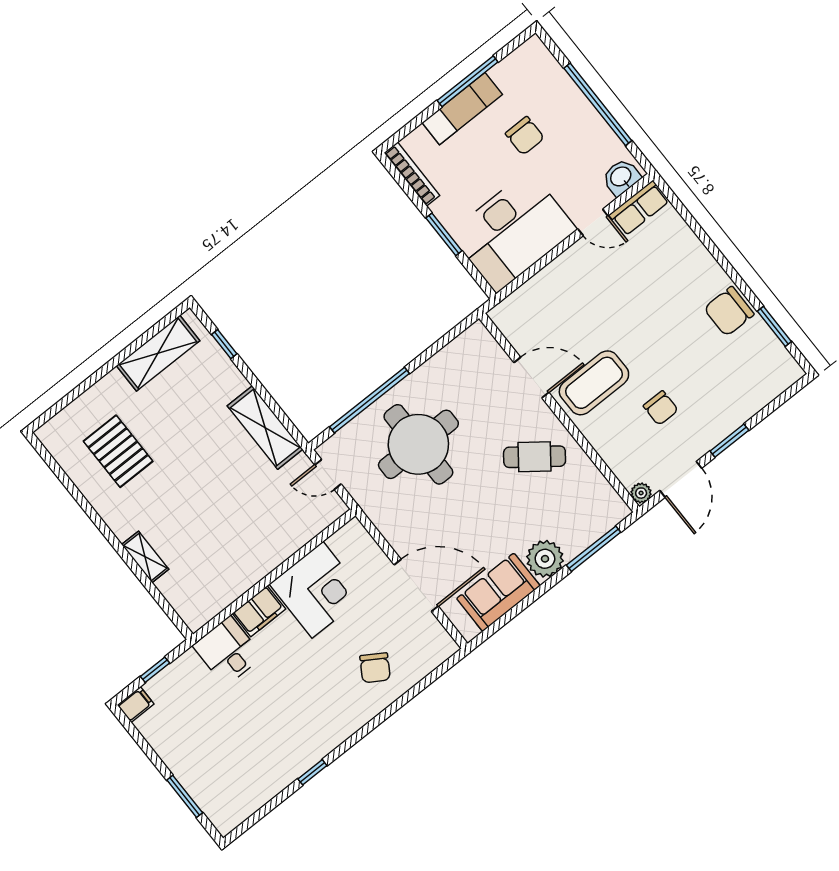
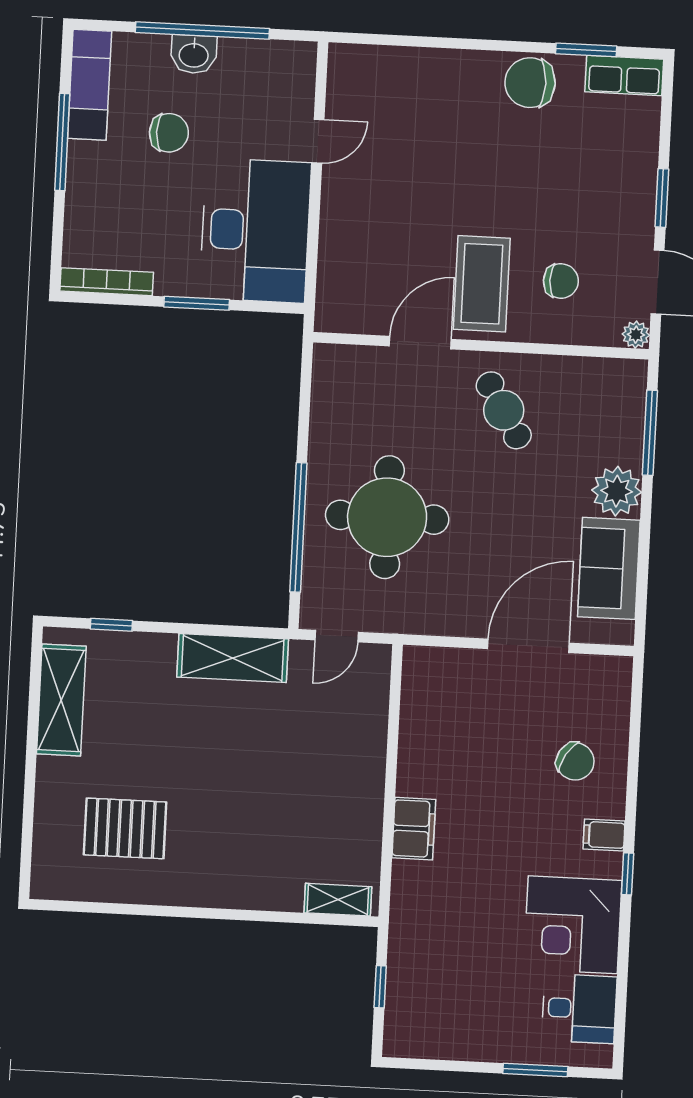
exam couch: (462, 109) -> (90, 85), moved
washbasin: (621, 177) -> (194, 54), moved, turned -90
row of seats: (639, 208) -> (624, 75), moved, turned 90
chair: (729, 311) -> (530, 83), turned 90
chair: (661, 408) -> (561, 281), moved
cafe table: (535, 457) -> (504, 410), turned -68
shelving: (145, 557) -> (338, 900), moved
corner desk: (317, 590) -> (573, 925), moved, turned 180
desk: (228, 651) -> (579, 1009), moved, turned 180
filing cabinet: (136, 704) -> (604, 835), moved, turned -90
window: (312, 772) -> (628, 874), moved

